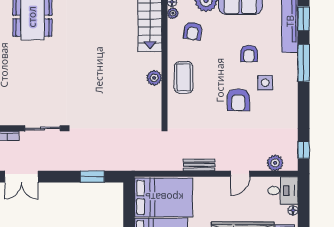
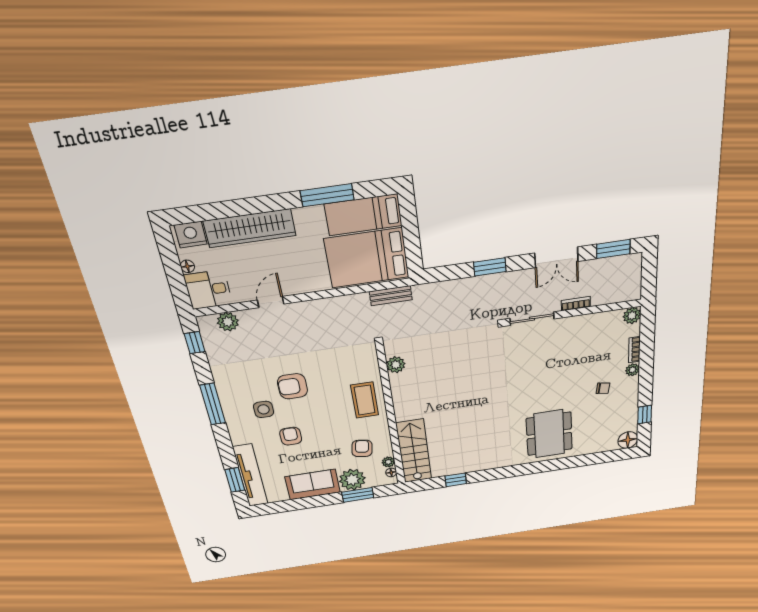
window: (304, 63) -> (213, 404), moved
plant: (154, 78) -> (396, 365), moved
armchair: (238, 100) -> (292, 386), turned -90
bench: (199, 165) -> (391, 296), moved
double door: (21, 177) -> (556, 257), swing flipped
window: (92, 177) -> (490, 267), moved

